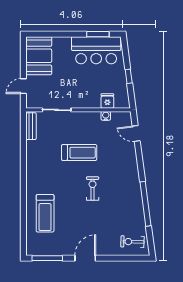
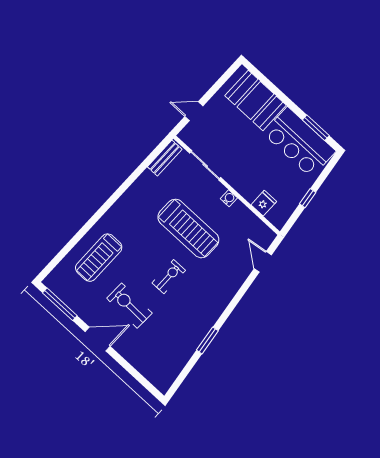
booth: (39, 56) -> (256, 100), moved, turned 90
water cooler: (106, 116) -> (229, 198), moved
treadmill: (79, 153) -> (188, 228), width x1.37, depth x1.38
window: (146, 204) -> (207, 340), width x0.47
exercise bike: (132, 242) -> (129, 306), moved, width x1.38, depth x1.39

